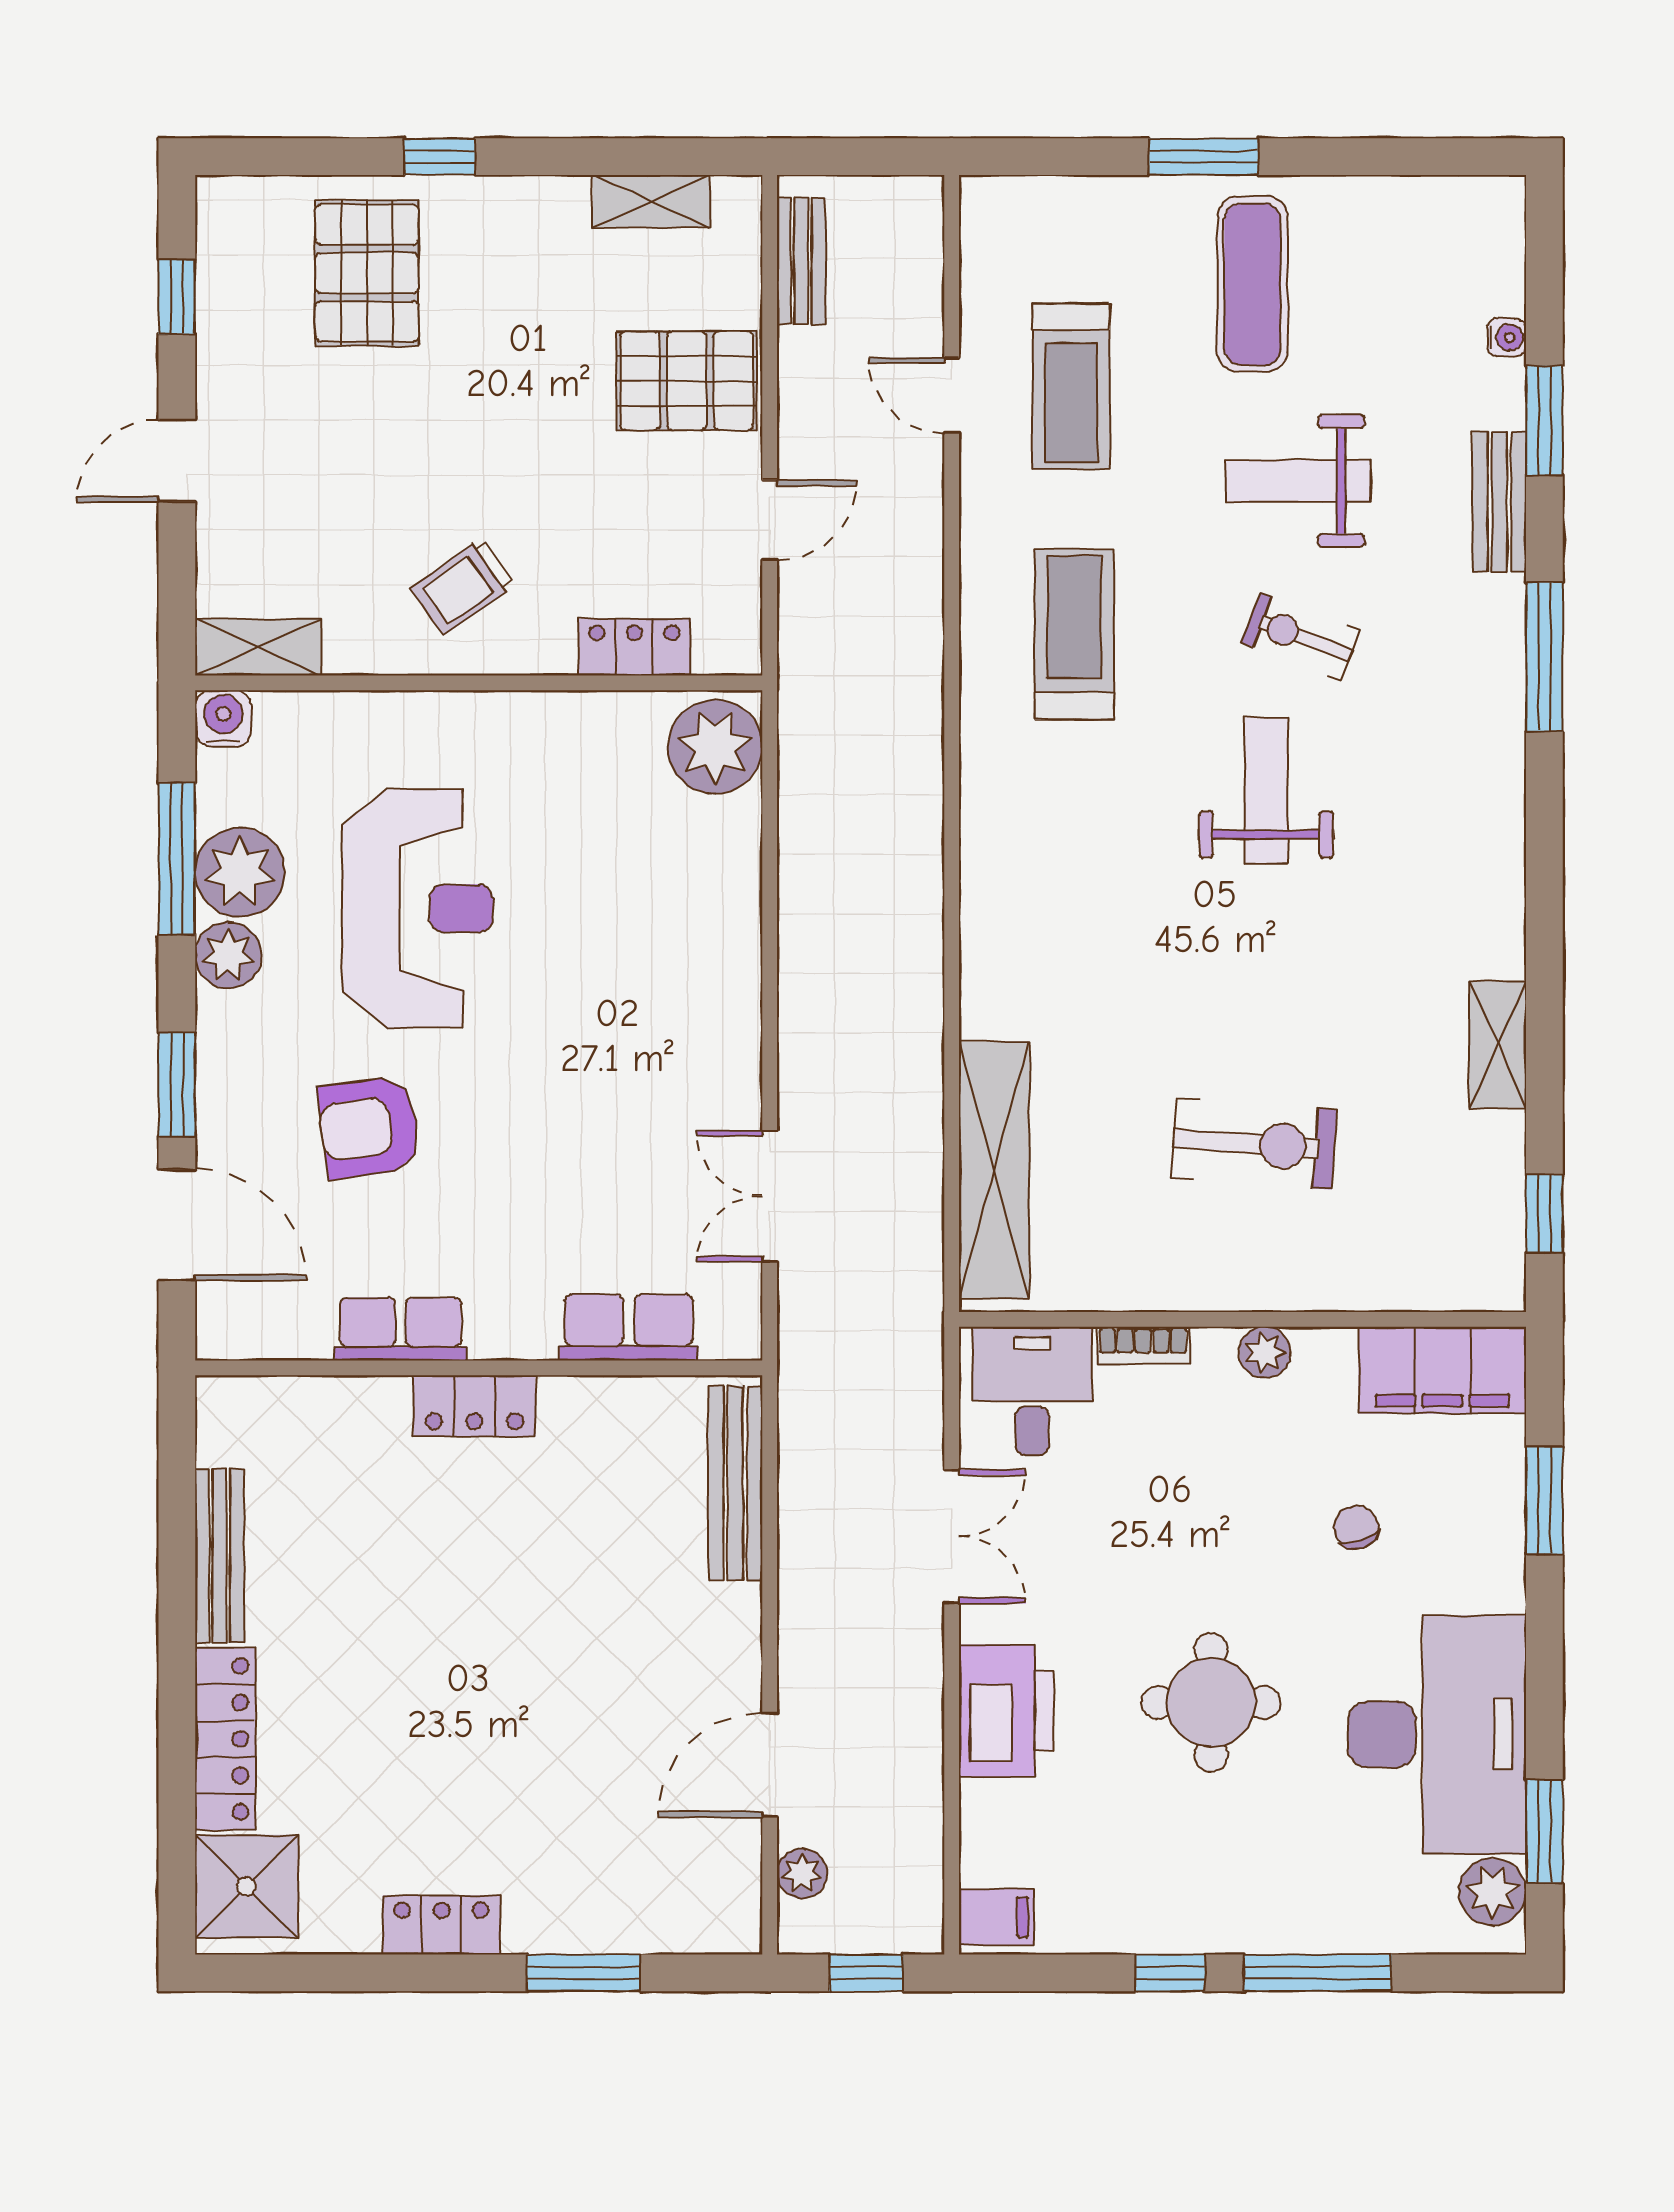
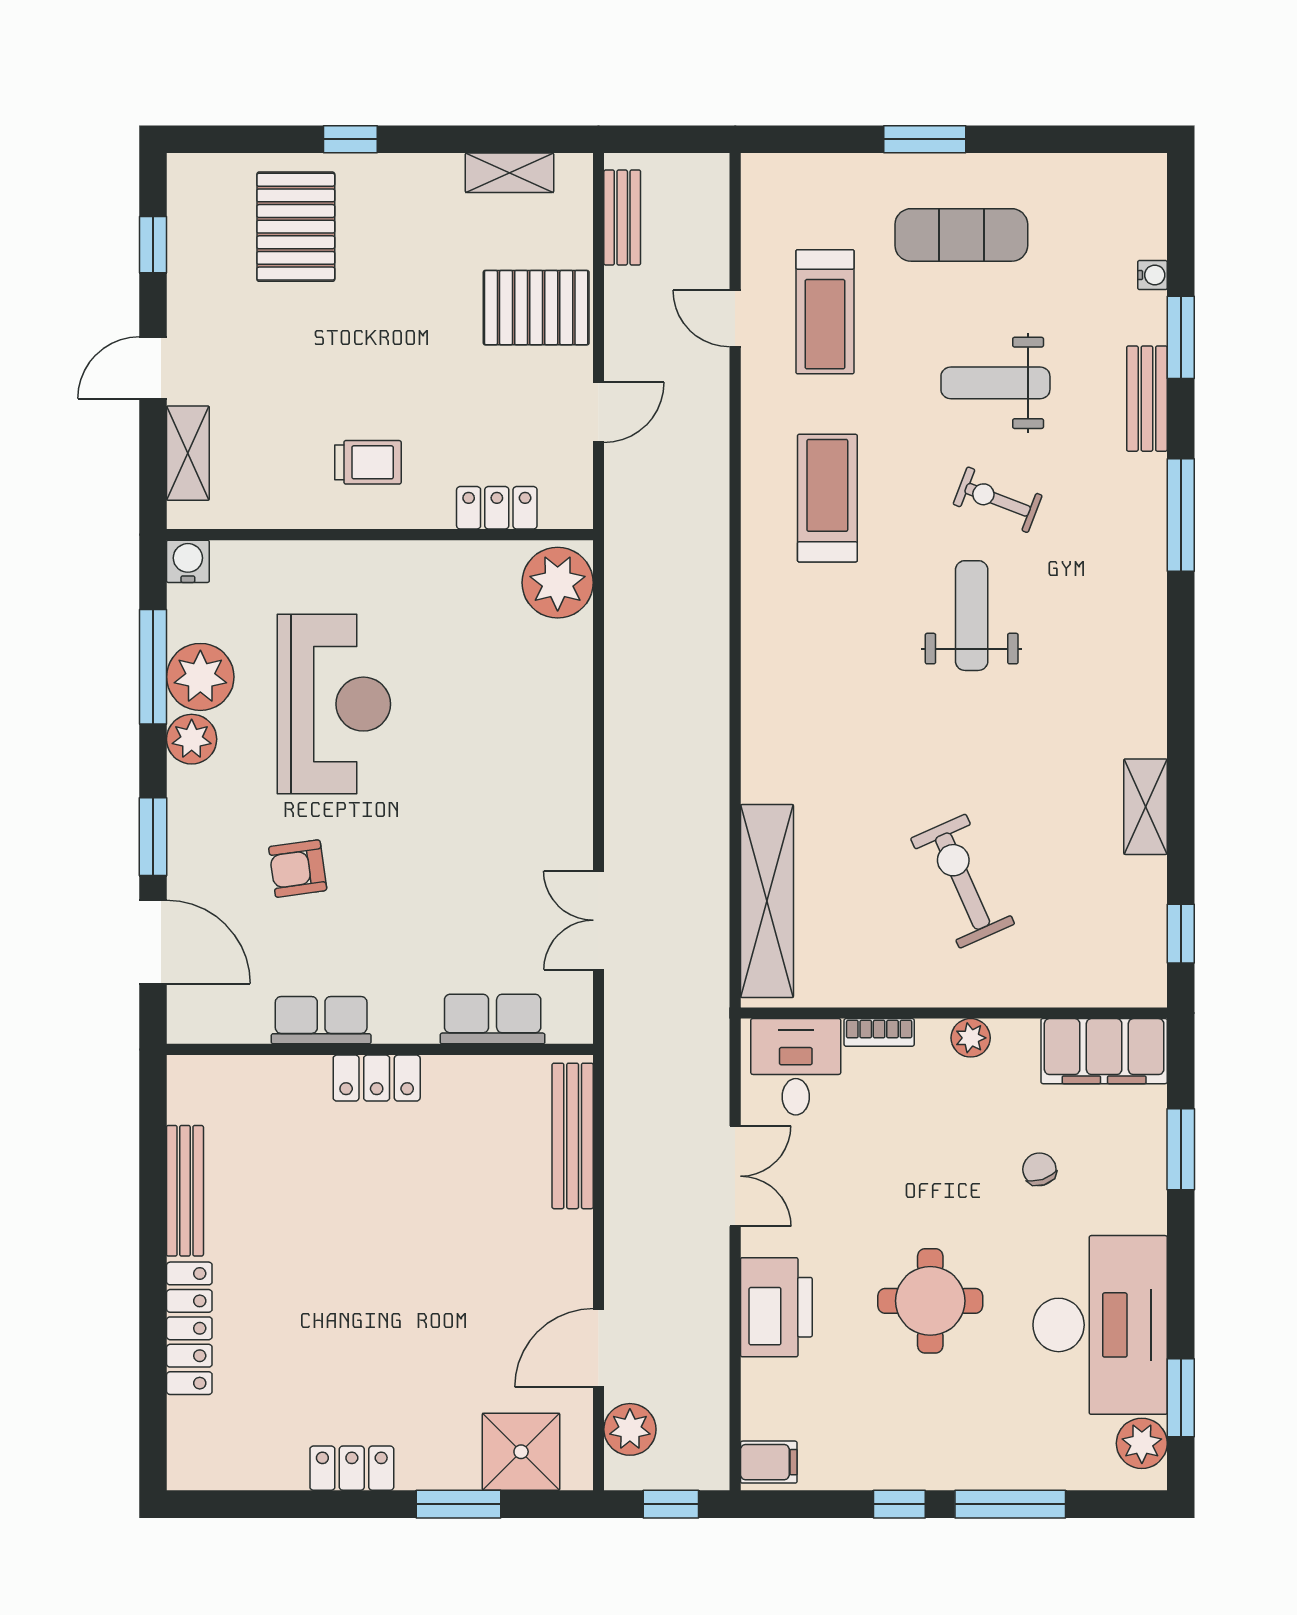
exercise mat: (1252, 284) -> (961, 235), turned 90
trolley: (463, 587) -> (368, 462), turned -145
shelving: (258, 647) -> (188, 453), moved, turned 90
armchair: (369, 1127) -> (298, 869), width x0.72, depth x0.72
exercise bike: (1254, 1144) -> (963, 881), turned -118
plant: (802, 1873) -> (630, 1429), width x1.38, depth x1.38
shower: (246, 1886) -> (521, 1452), moved

